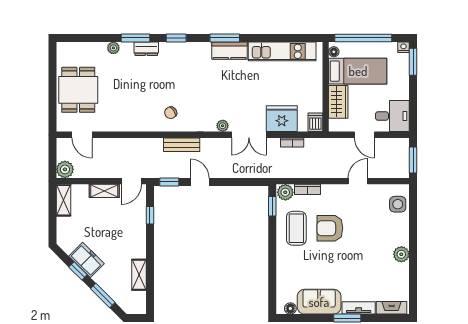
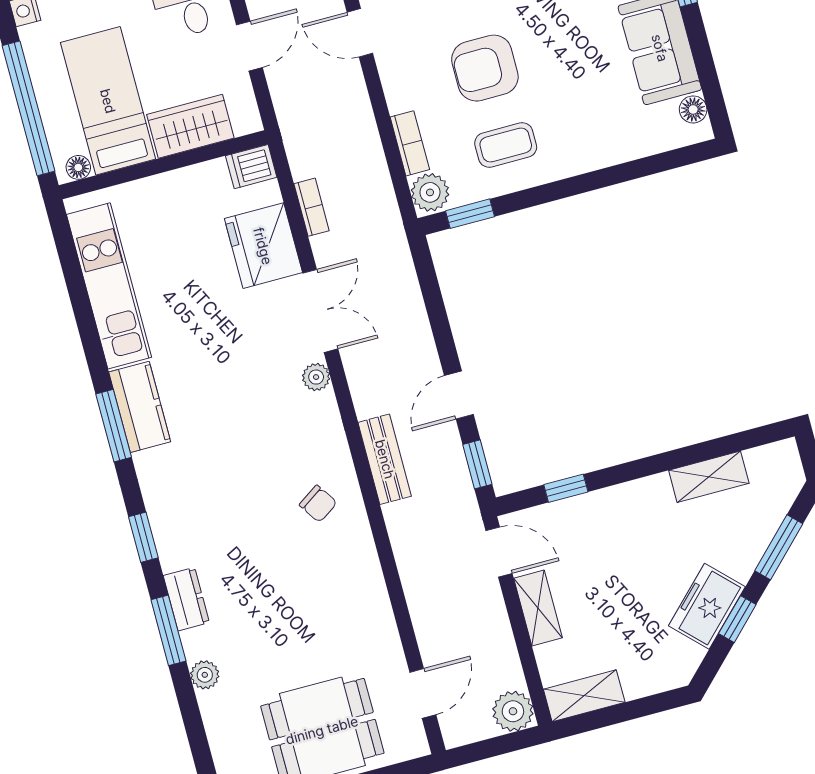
coffee table: (296, 228) -> (506, 145), width x0.73, depth x0.77
armchair: (330, 228) -> (485, 68), turned 90

